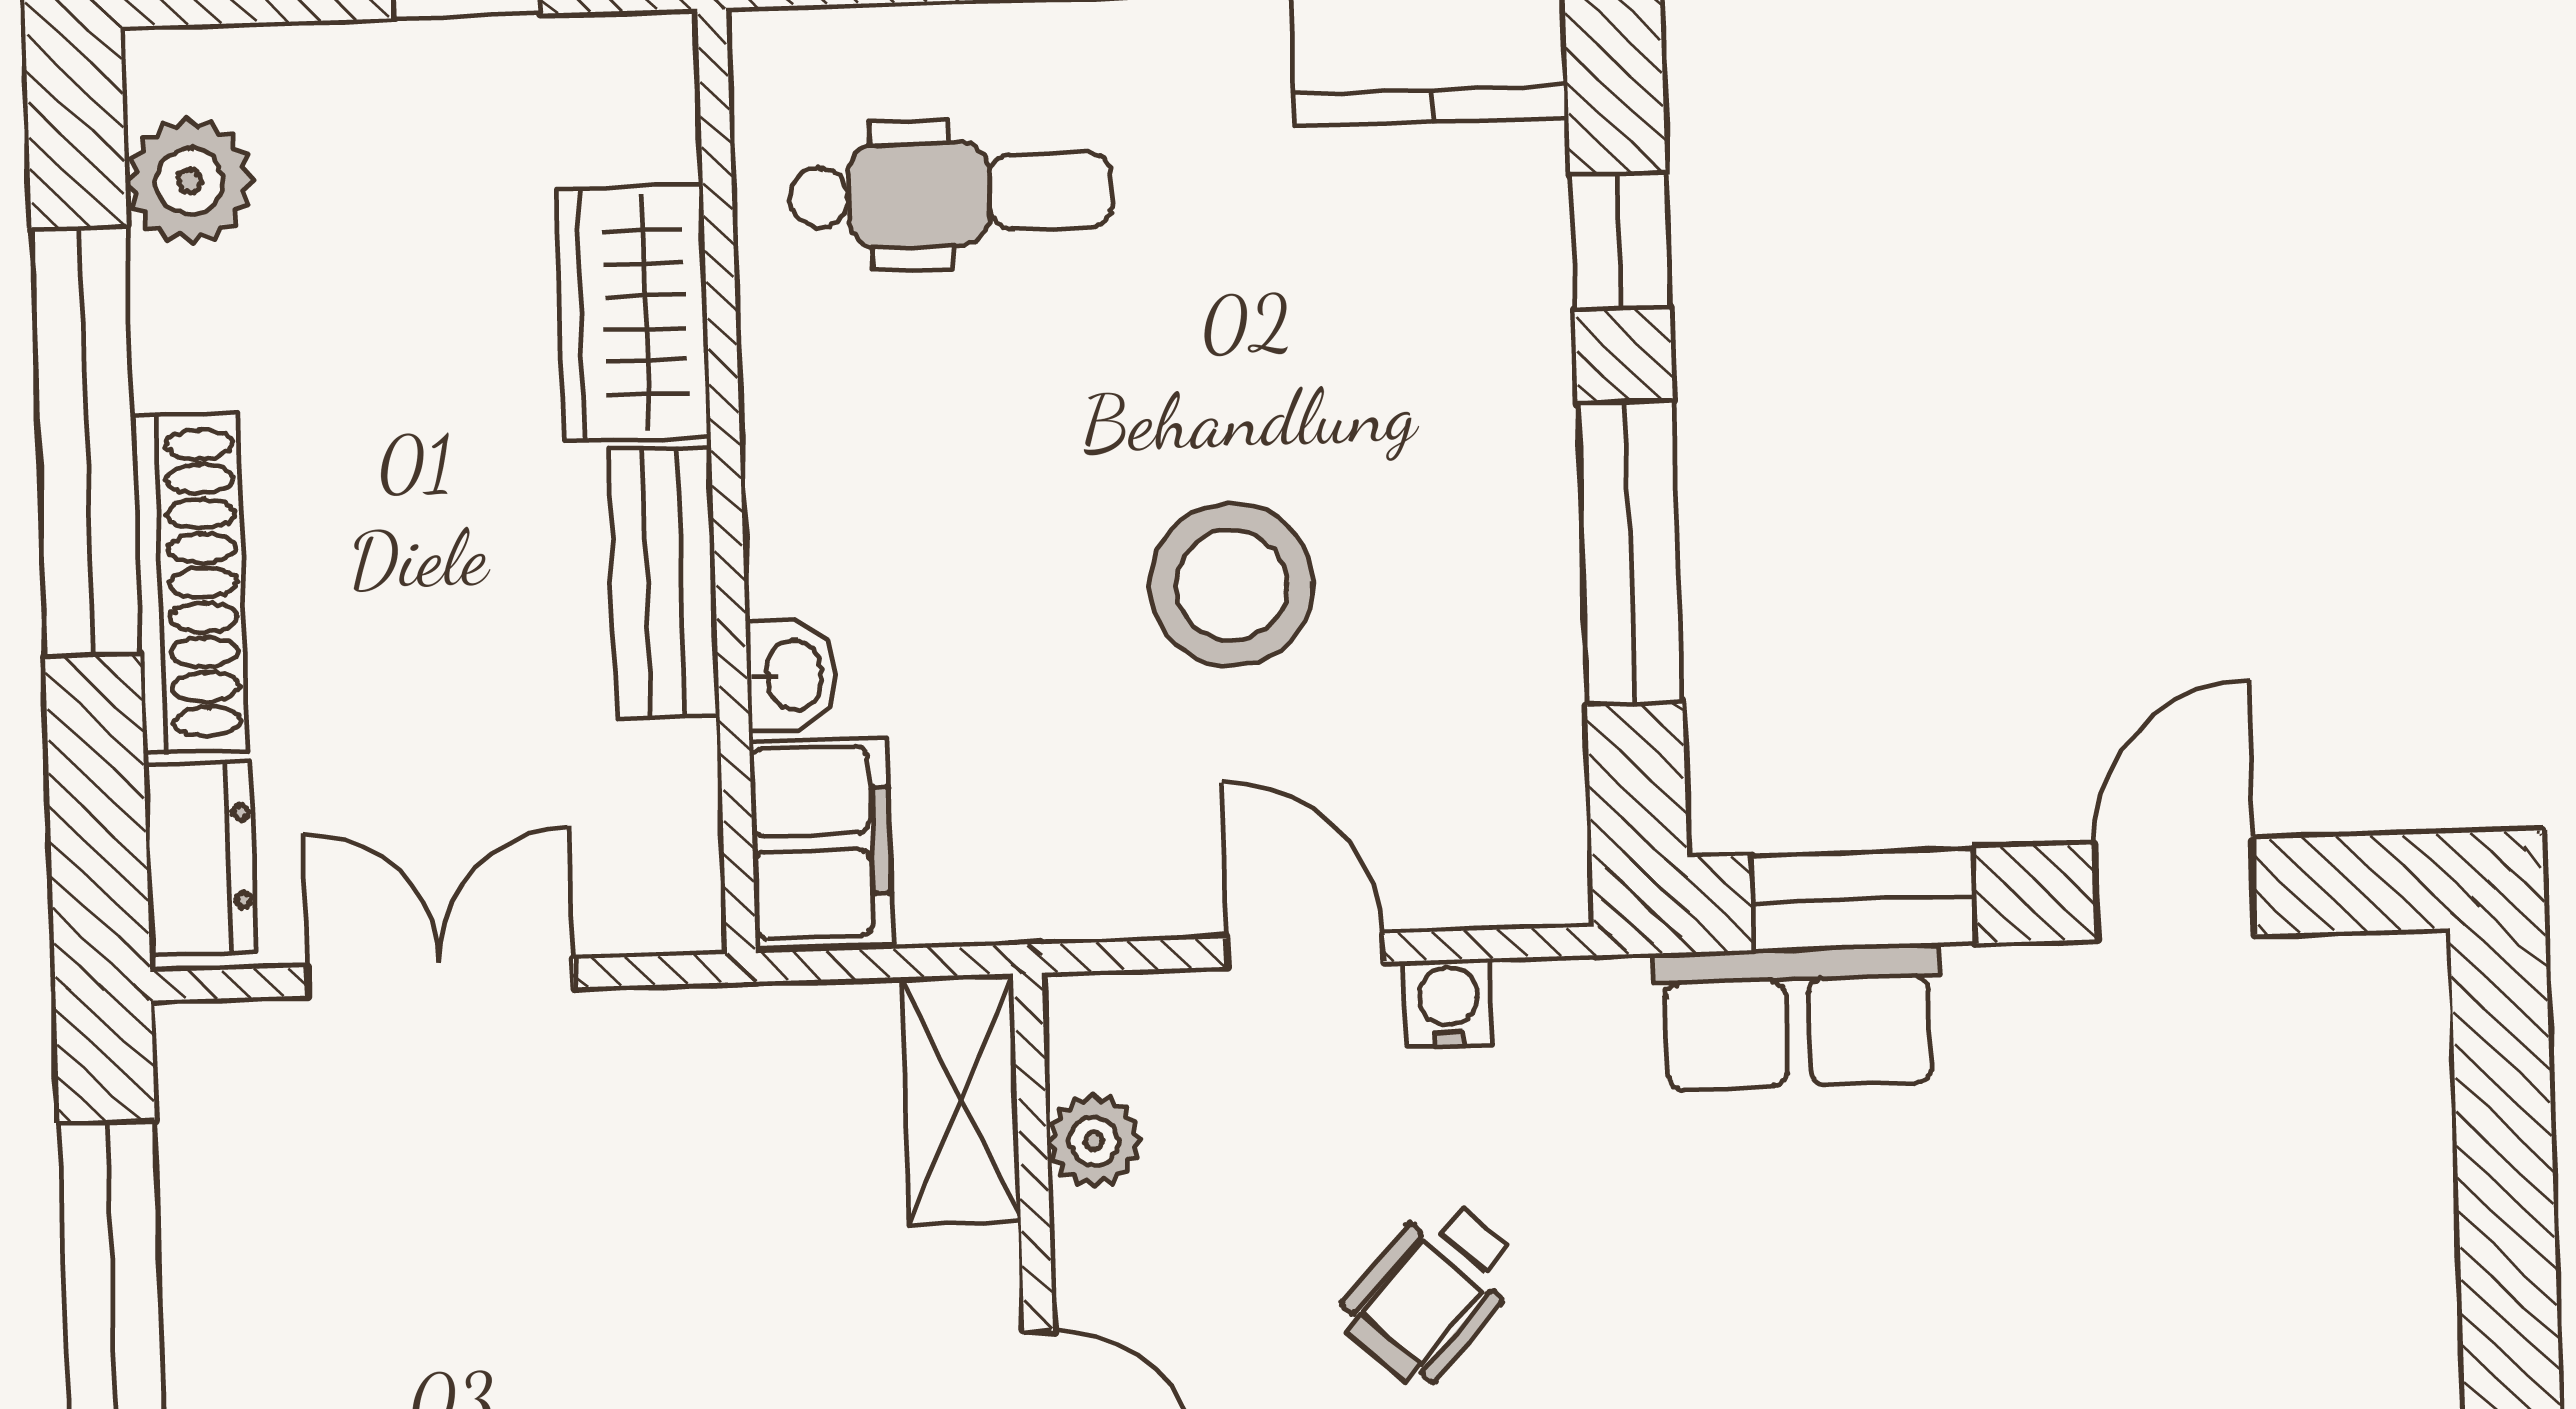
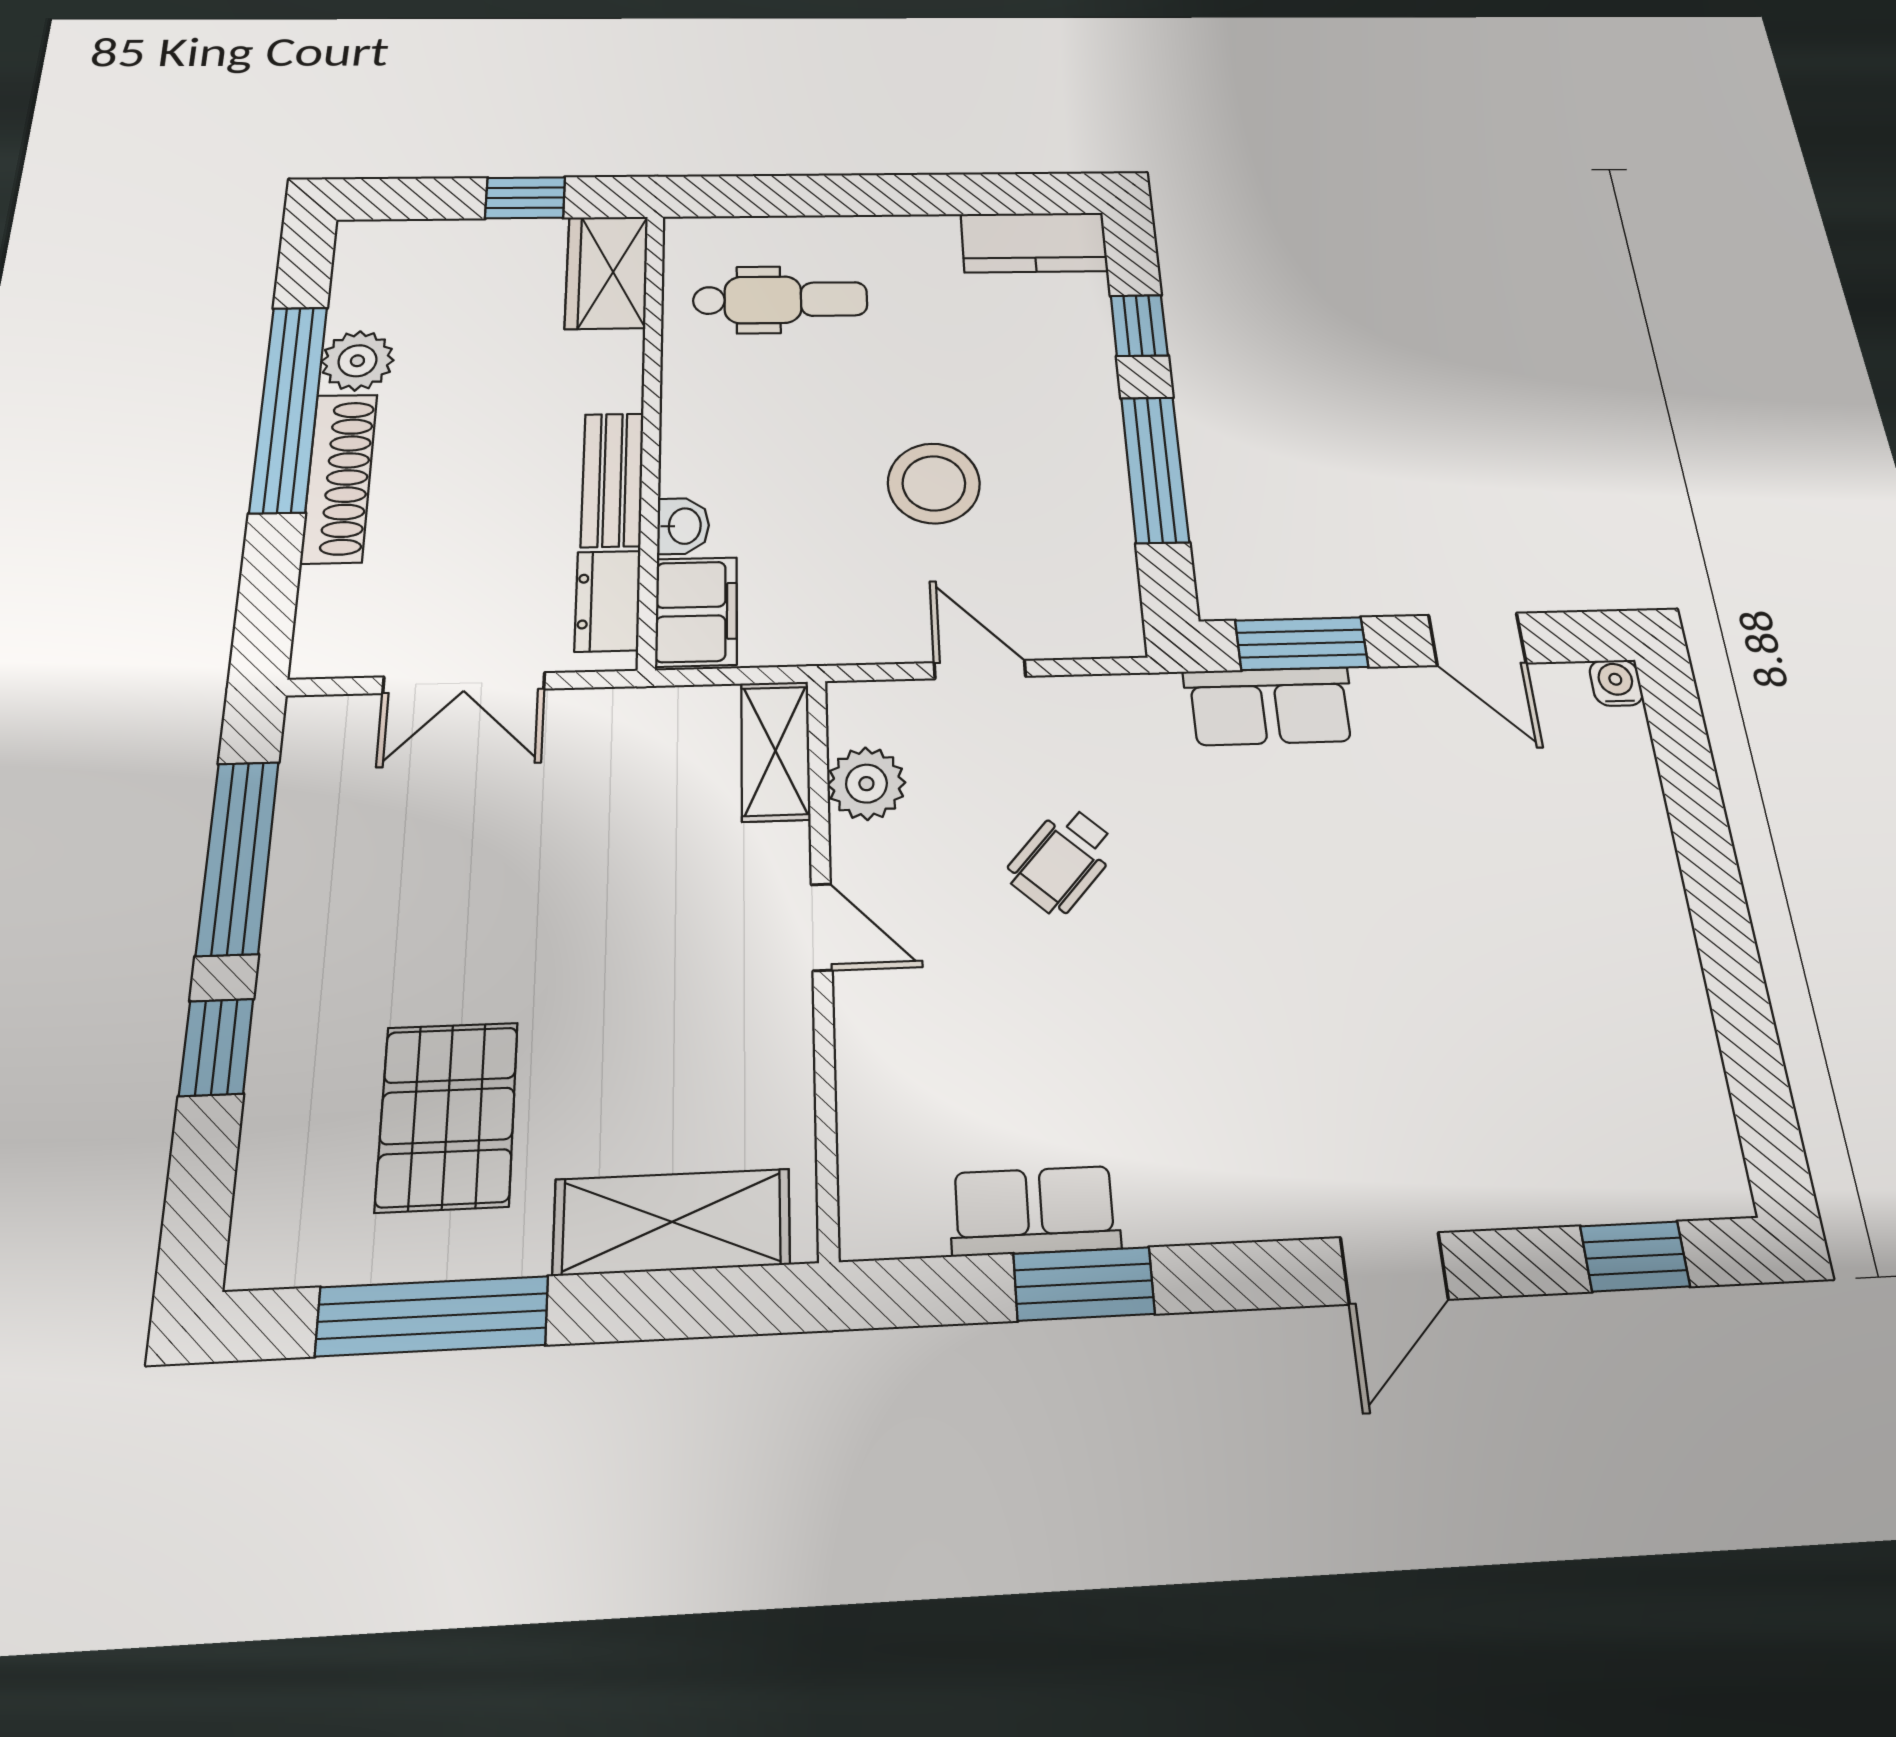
plant: (189, 181) -> (357, 361), moved
wardrobe: (634, 312) -> (607, 272), moved
dresser: (200, 857) -> (608, 601), moved, turned 180
door: (2175, 889) -> (1477, 639), swing flipped
double door: (440, 977) -> (464, 683), swing flipped
water cooler: (1448, 1003) -> (1616, 683), moved
plant: (1094, 1141) -> (866, 784), width x1.38, depth x1.38

